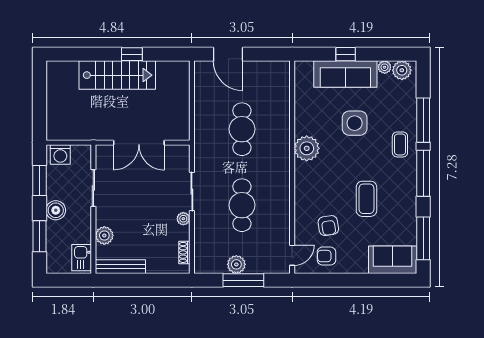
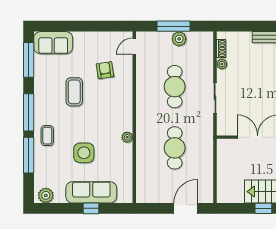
door: (228, 54) -> (186, 208), hinge flipped
plant: (385, 67) -> (60, 198), removed
plant: (307, 148) -> (127, 137), width x0.53, depth x0.53
plant: (183, 219) -> (222, 64), moved
armchair: (326, 256) -> (106, 46), removed

